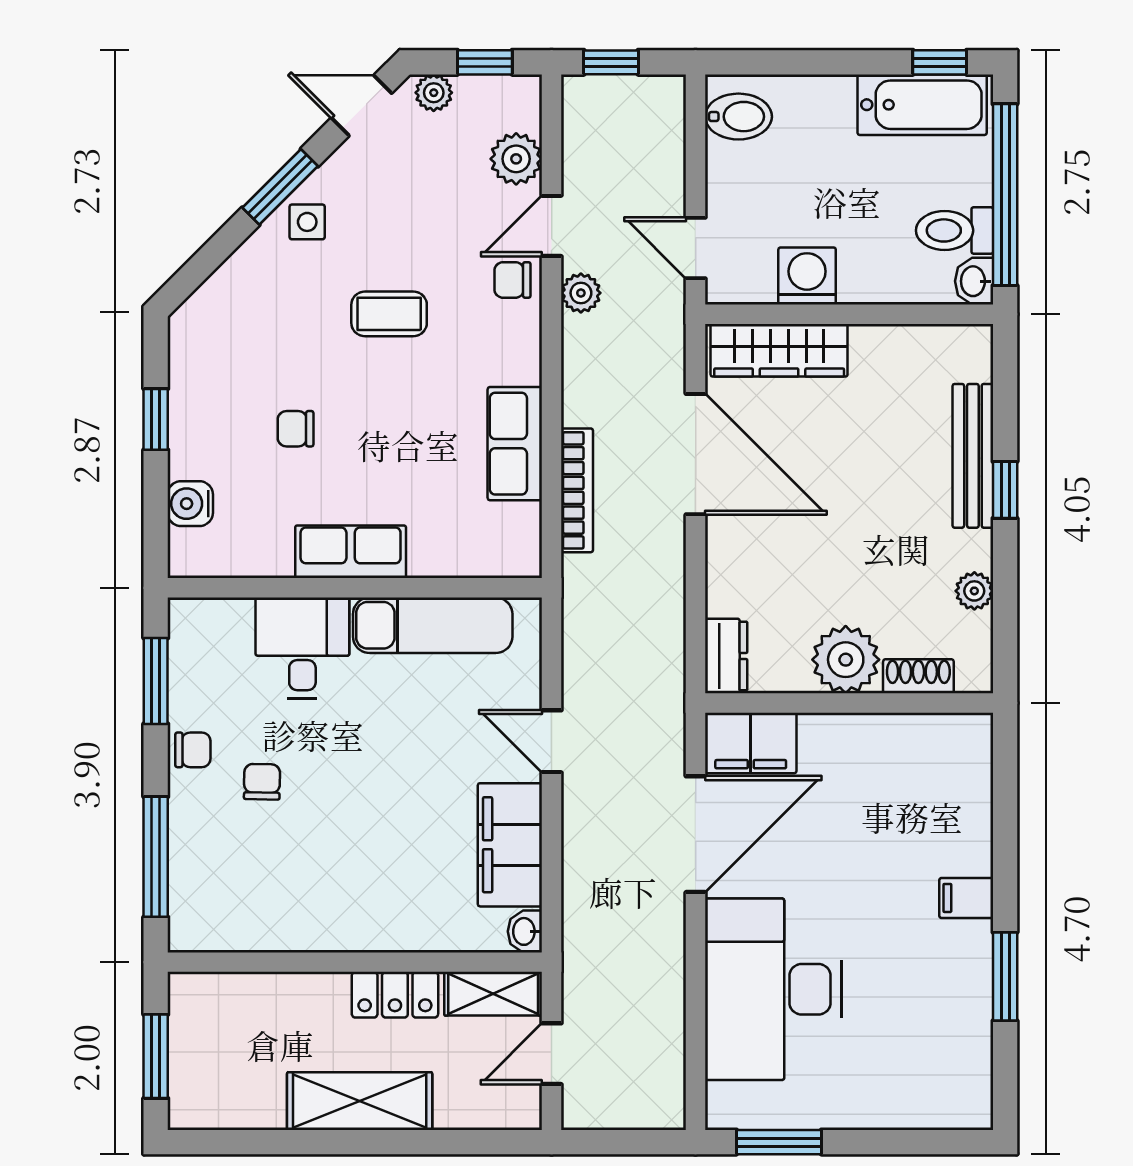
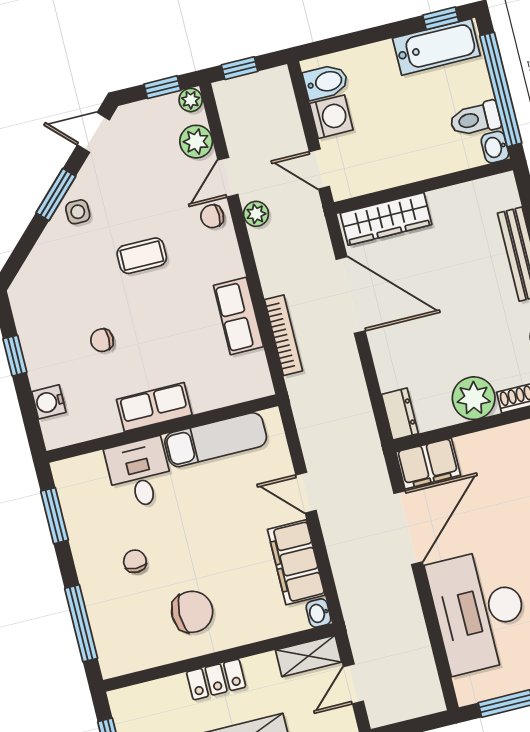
plant: (434, 93) -> (191, 100), moved
washing machine: (807, 276) -> (331, 117), moved, turned 90
chair: (193, 750) -> (192, 612), moved, width x1.87, depth x1.87
locker: (395, 995) -> (216, 680), moved

